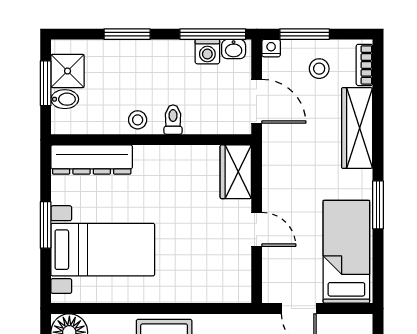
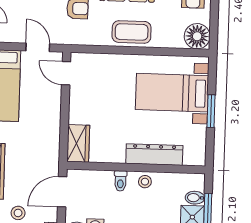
door: (257, 101) -> (62, 192), hinge flipped
dresser: (92, 159) -> (154, 155), moved
door: (257, 229) -> (66, 73), moved

